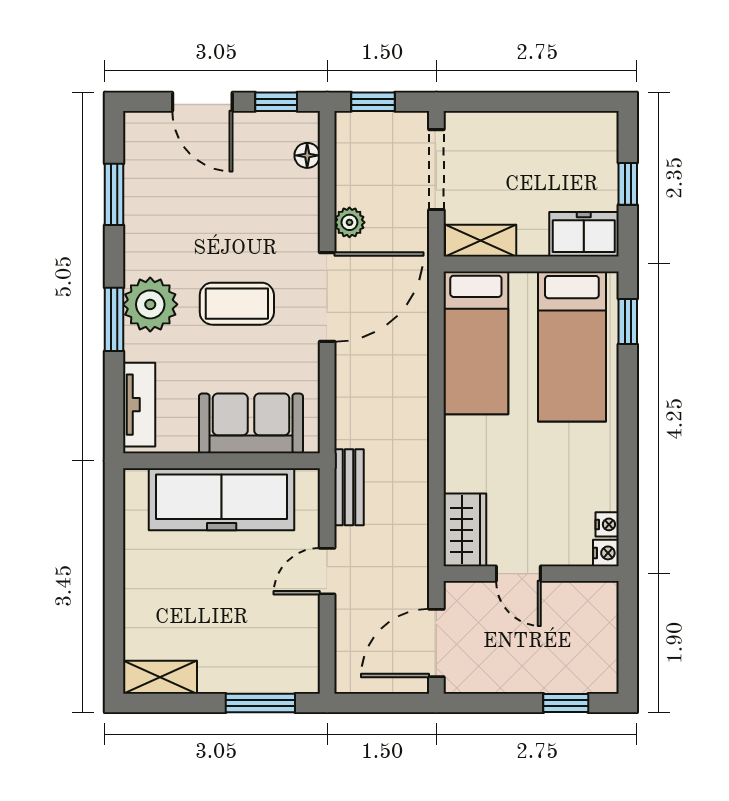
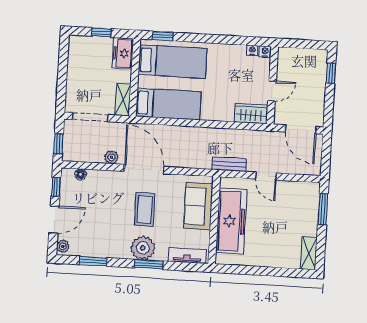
plant: (143, 125) -> (63, 246), added

